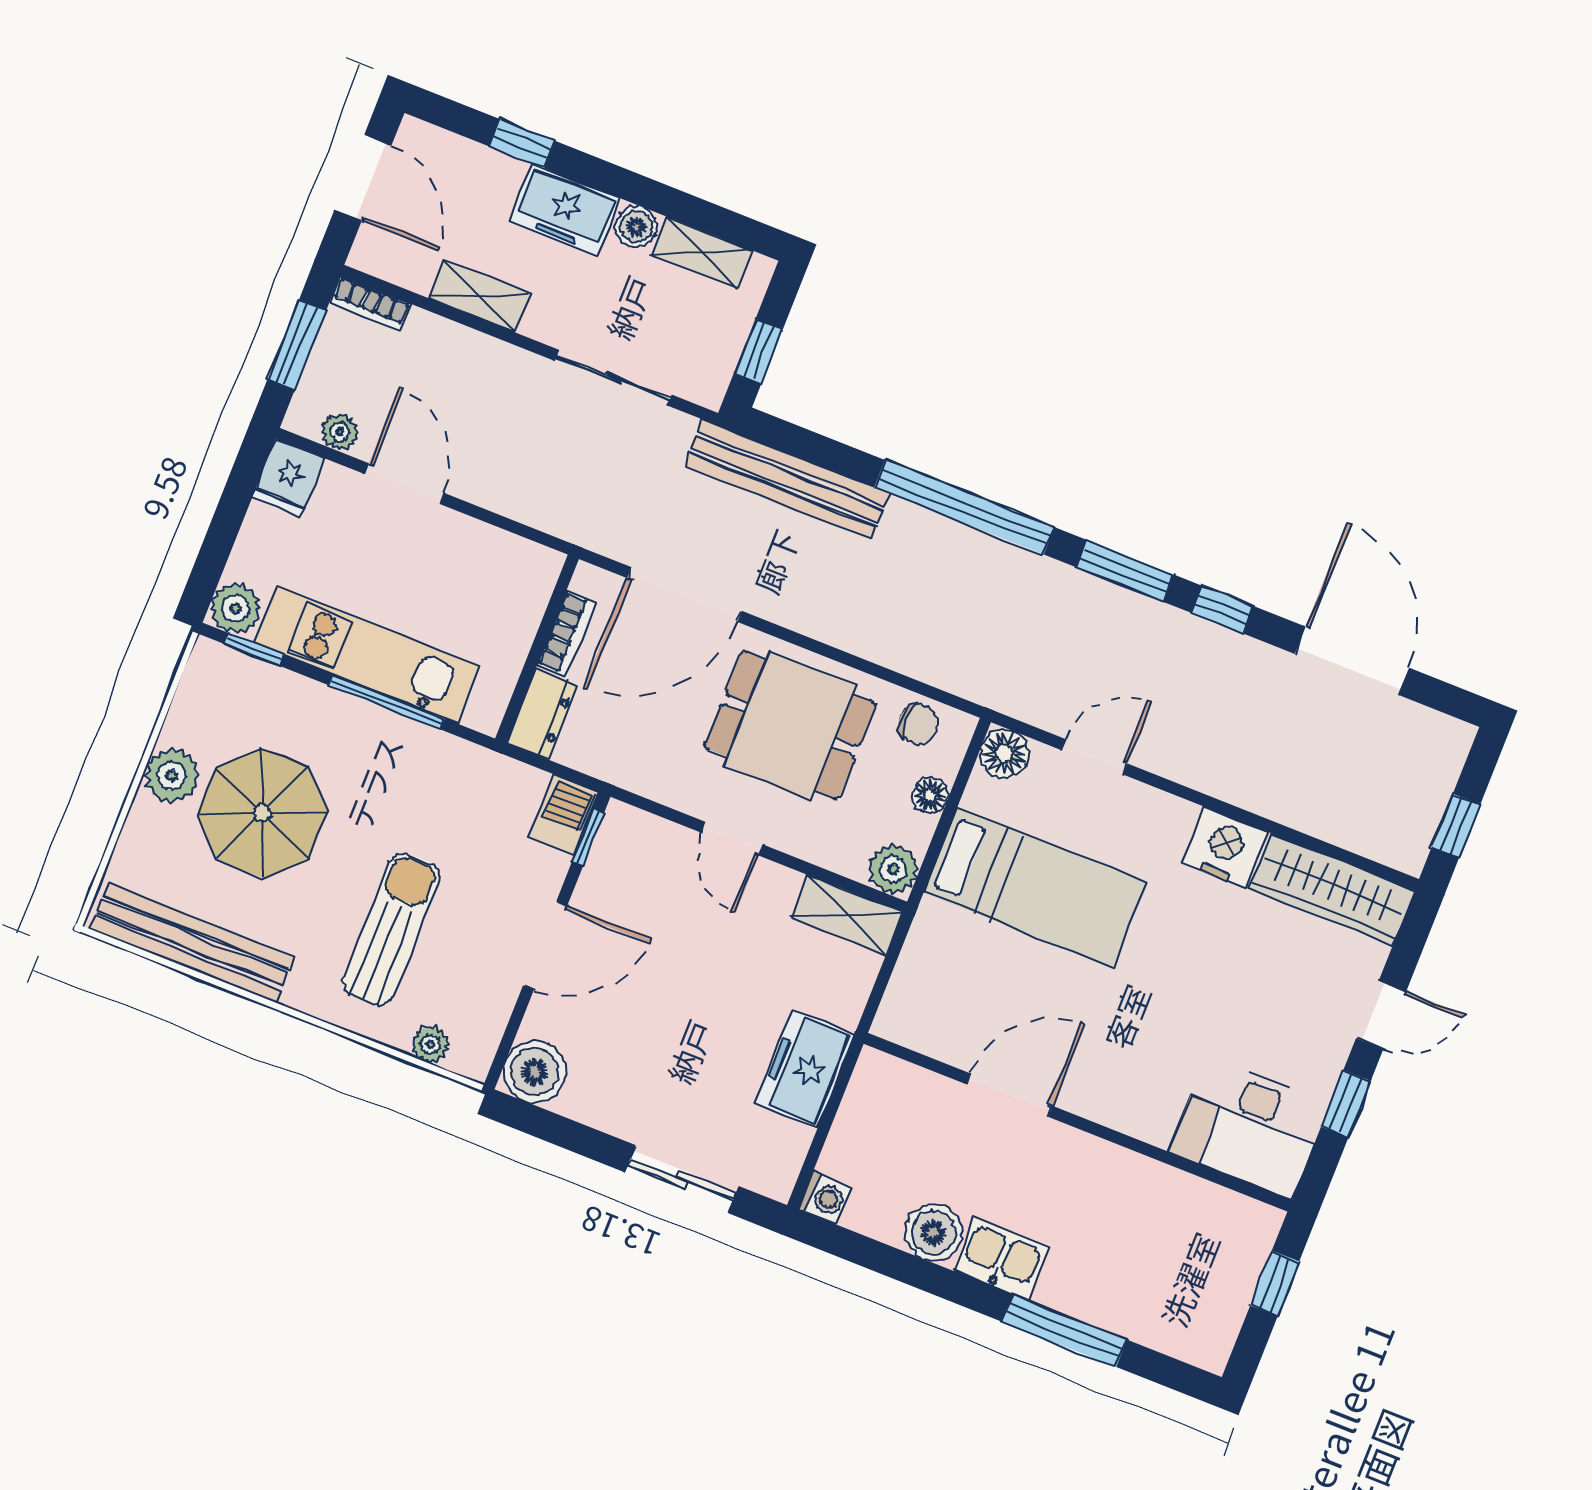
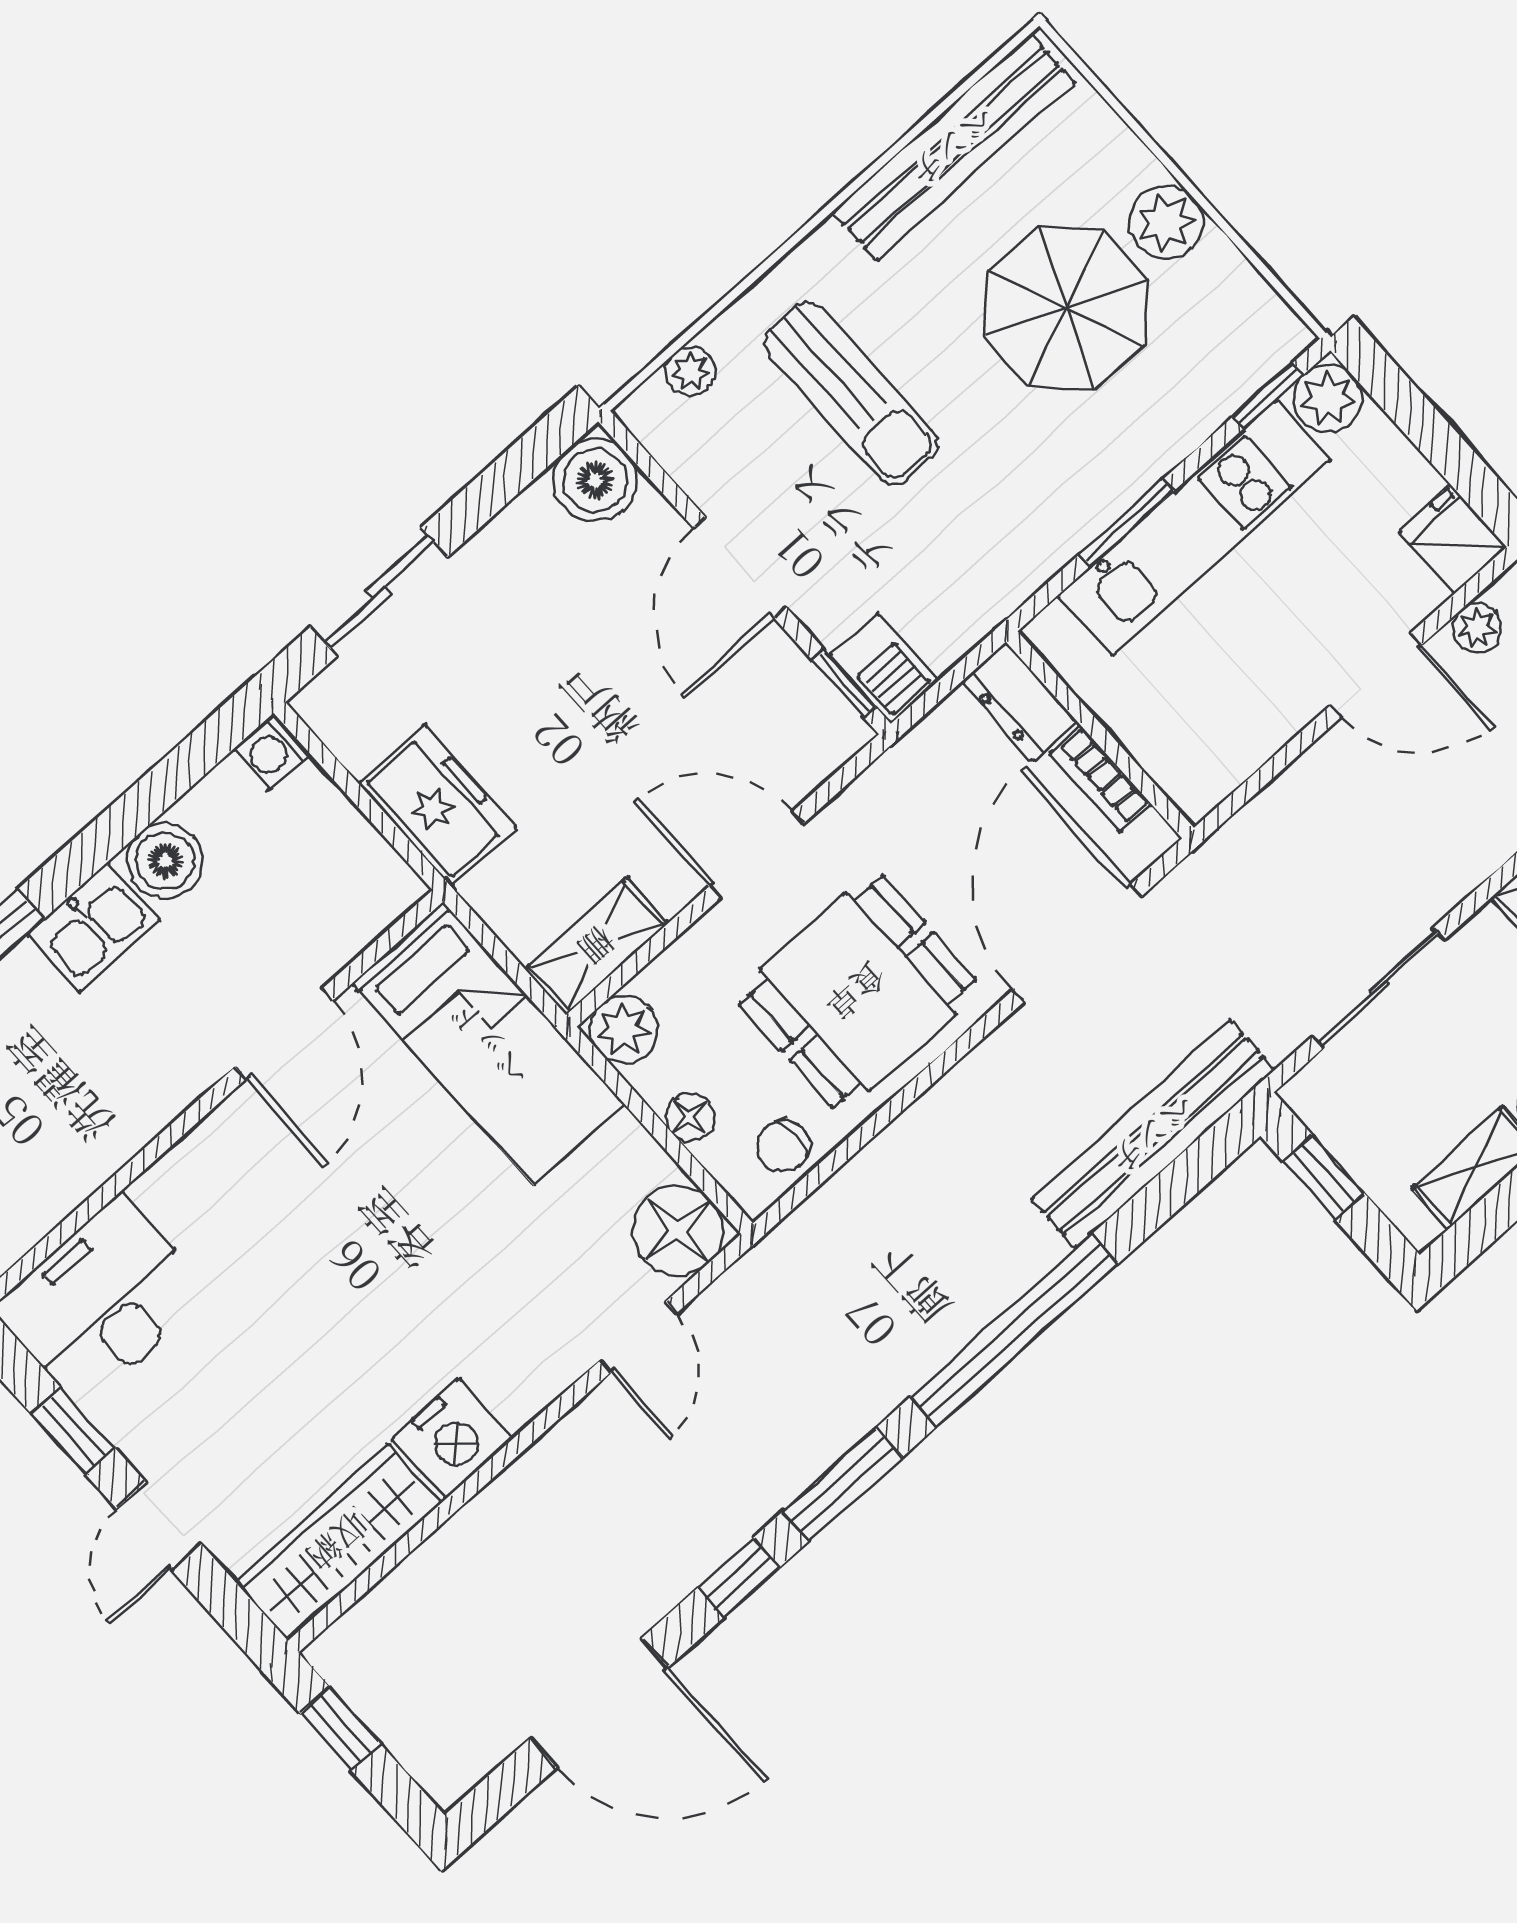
window: (386, 702) -> (1126, 523), width x0.69
floor lamp: (1005, 754) -> (678, 1231), width x1.38, depth x1.38
door: (732, 839) -> (757, 855), width x1.38
bed: (1035, 888) -> (488, 1044), moved, turned -90

